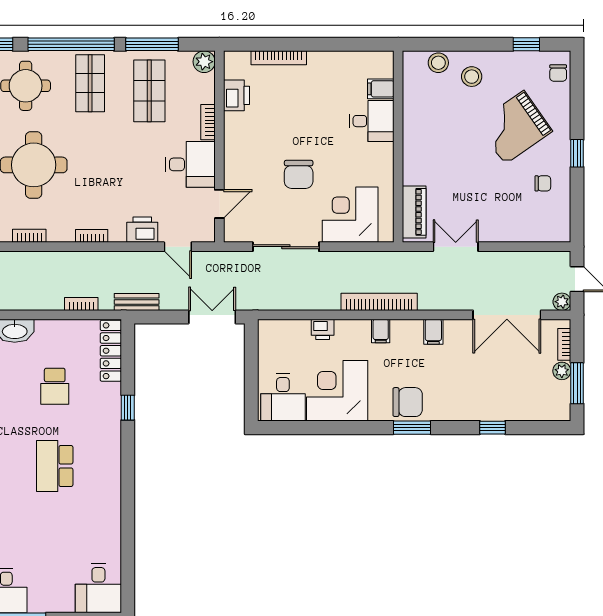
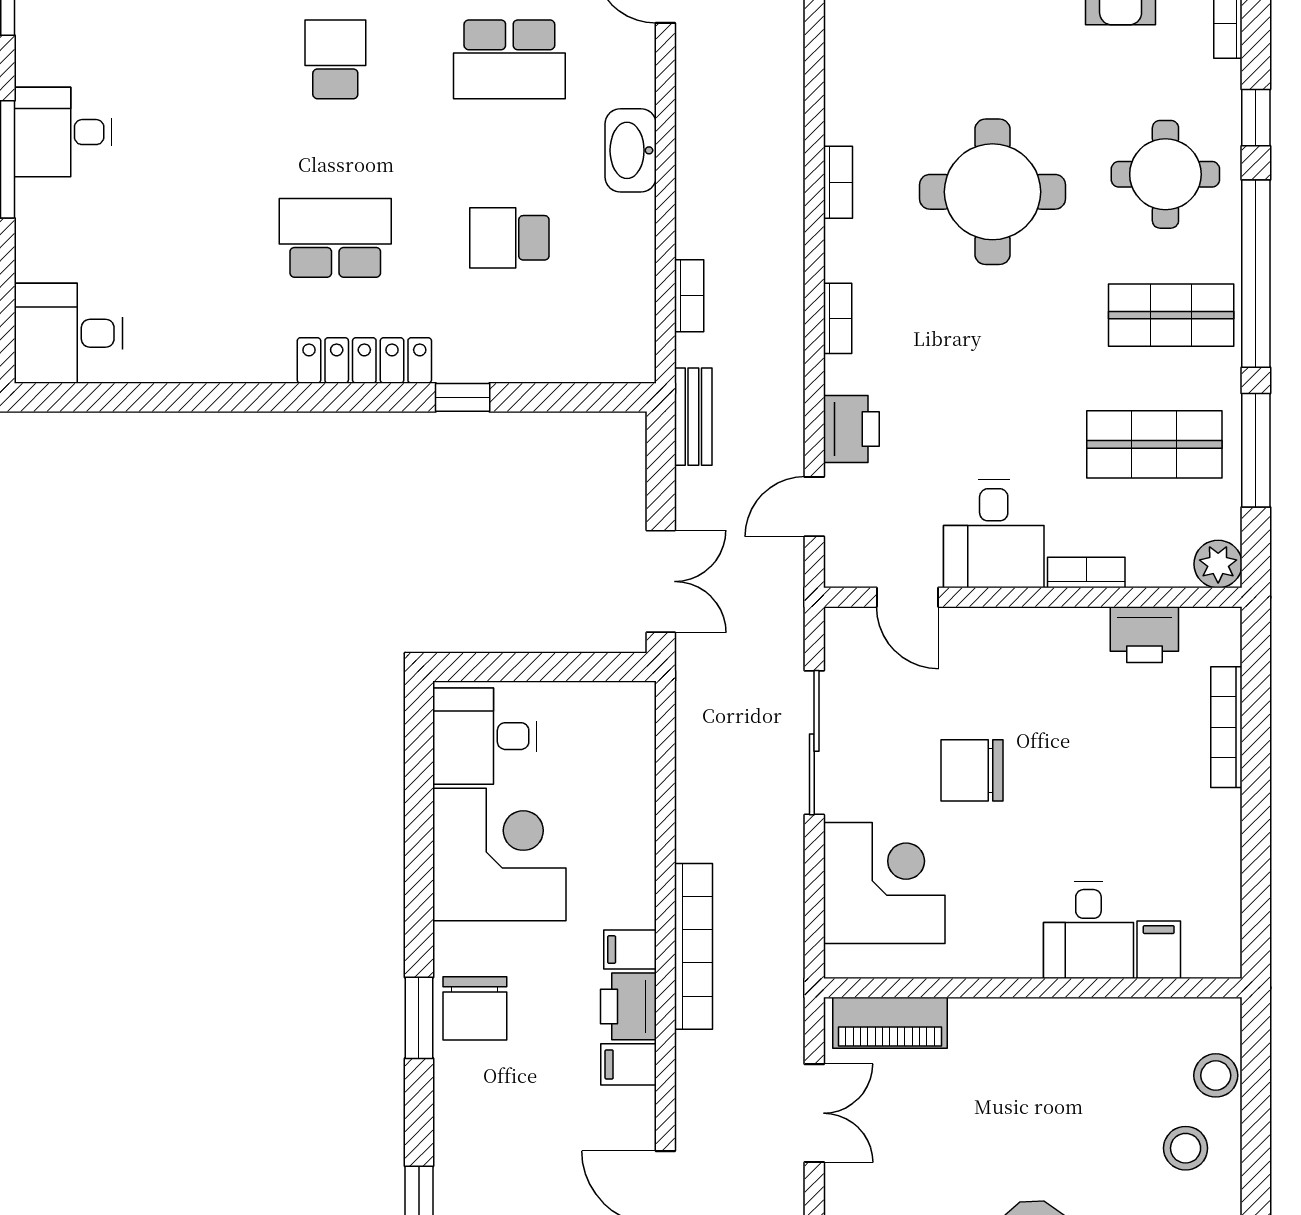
printer: (323, 329) -> (628, 1006), moved, width x1.36, depth x1.24
locker: (111, 351) -> (364, 360), moved

